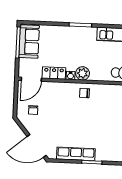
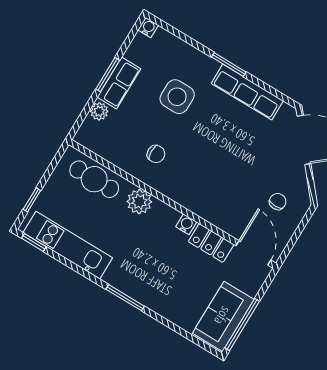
plant: (83, 73) -> (139, 202), moved
door: (31, 79) -> (253, 253), hinge flipped
chair: (85, 93) -> (156, 154), moved
side table: (108, 134) -> (177, 97), added

